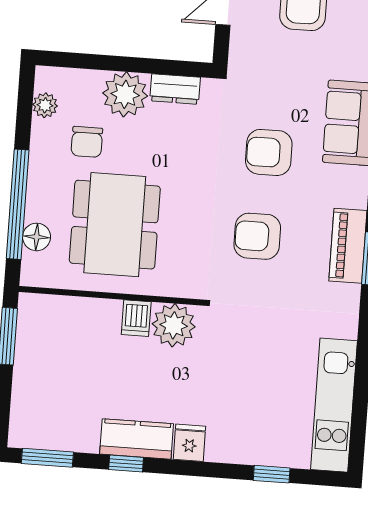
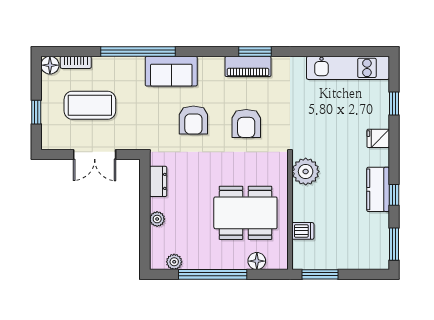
plant: (125, 94) -> (157, 219), width x0.53, depth x0.53
chair: (87, 142) -> (195, 234), removed
window: (18, 204) -> (213, 274), moved
dishwasher: (136, 318) -> (303, 231), moved
fridge: (189, 443) -> (378, 138), moved

